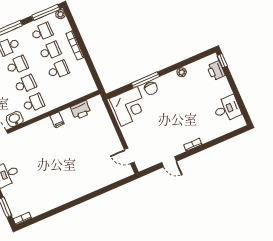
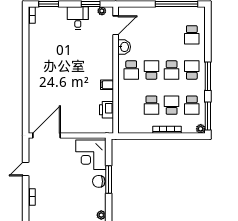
school desk: (50, 51) -> (172, 105), turned 180
school desk: (25, 84) -> (151, 70), turned 180
door: (129, 156) -> (46, 135), width x1.88

